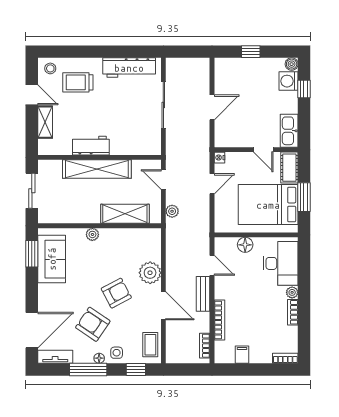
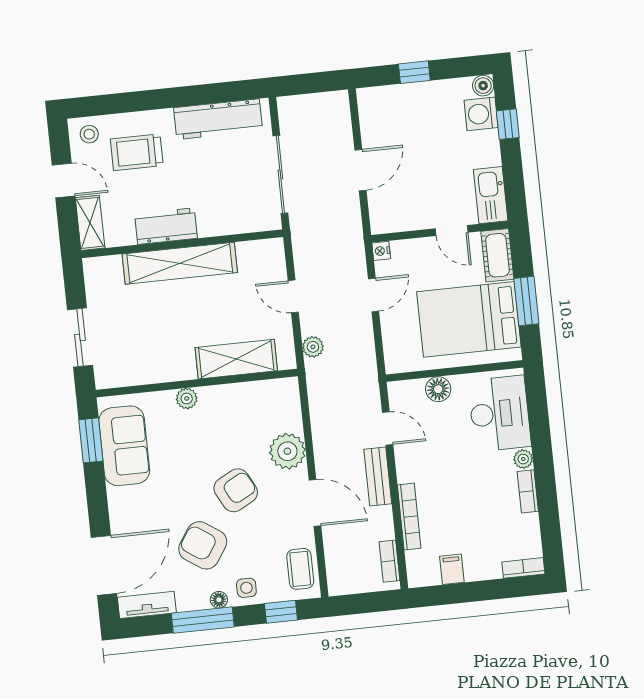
workbench: (91, 146) -> (166, 226), moved
wall: (99, 157) -> (182, 244), moved
shelving: (97, 169) -> (180, 263), moved

